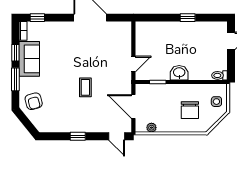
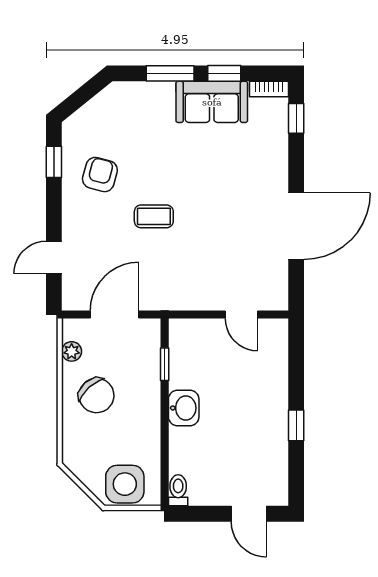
door: (133, 64) -> (241, 314), moved
armchair: (34, 101) -> (100, 175), moved, turned 120
side table: (216, 102) -> (125, 484), width x1.87, depth x1.87
chair: (190, 110) -> (96, 395), moved, turned -132
window: (78, 136) -> (54, 162), moved
door: (117, 136) -> (54, 257), moved

